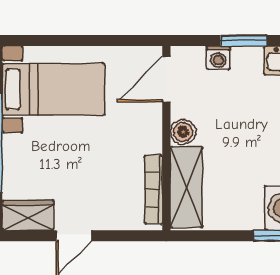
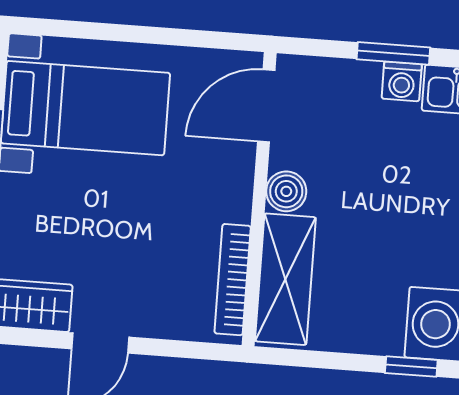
washing machine: (218, 58) -> (402, 81), moved

